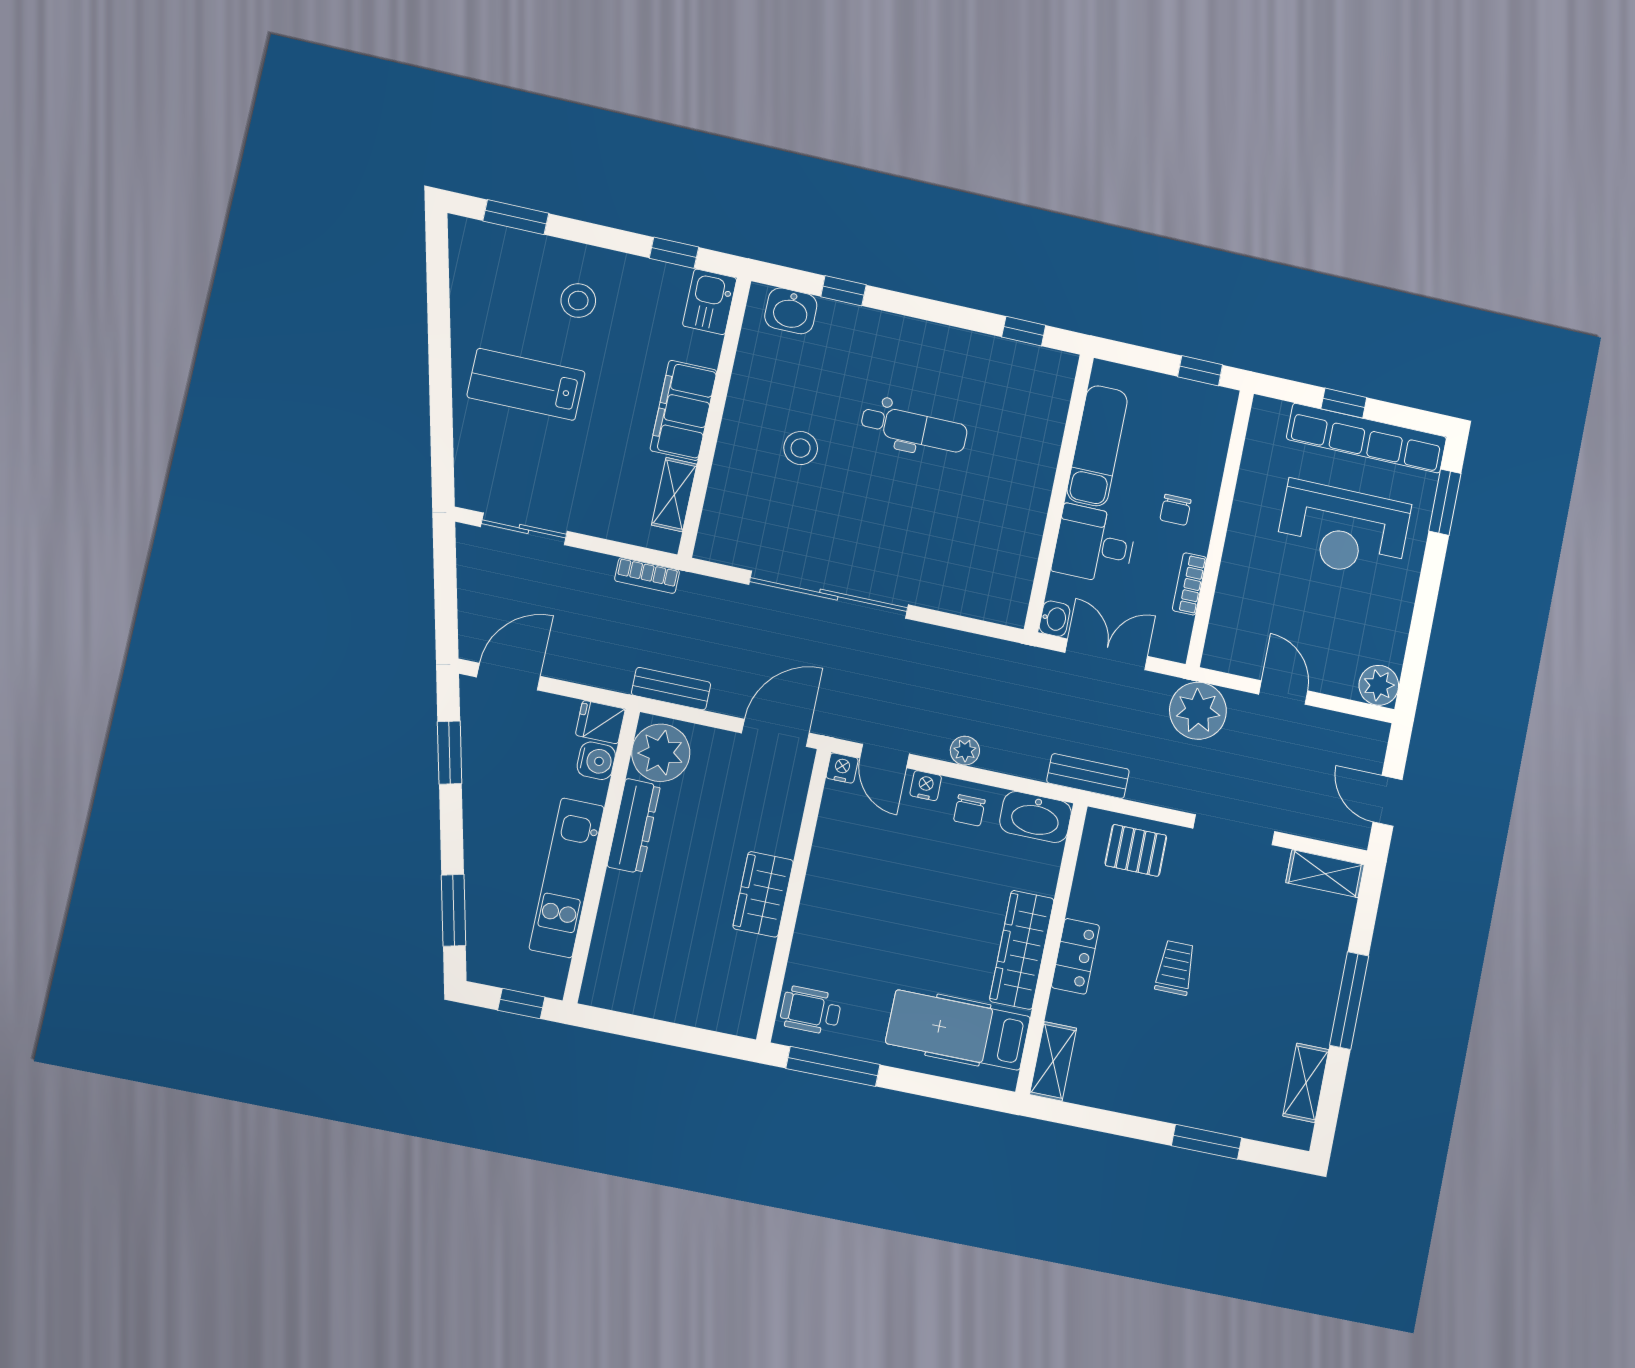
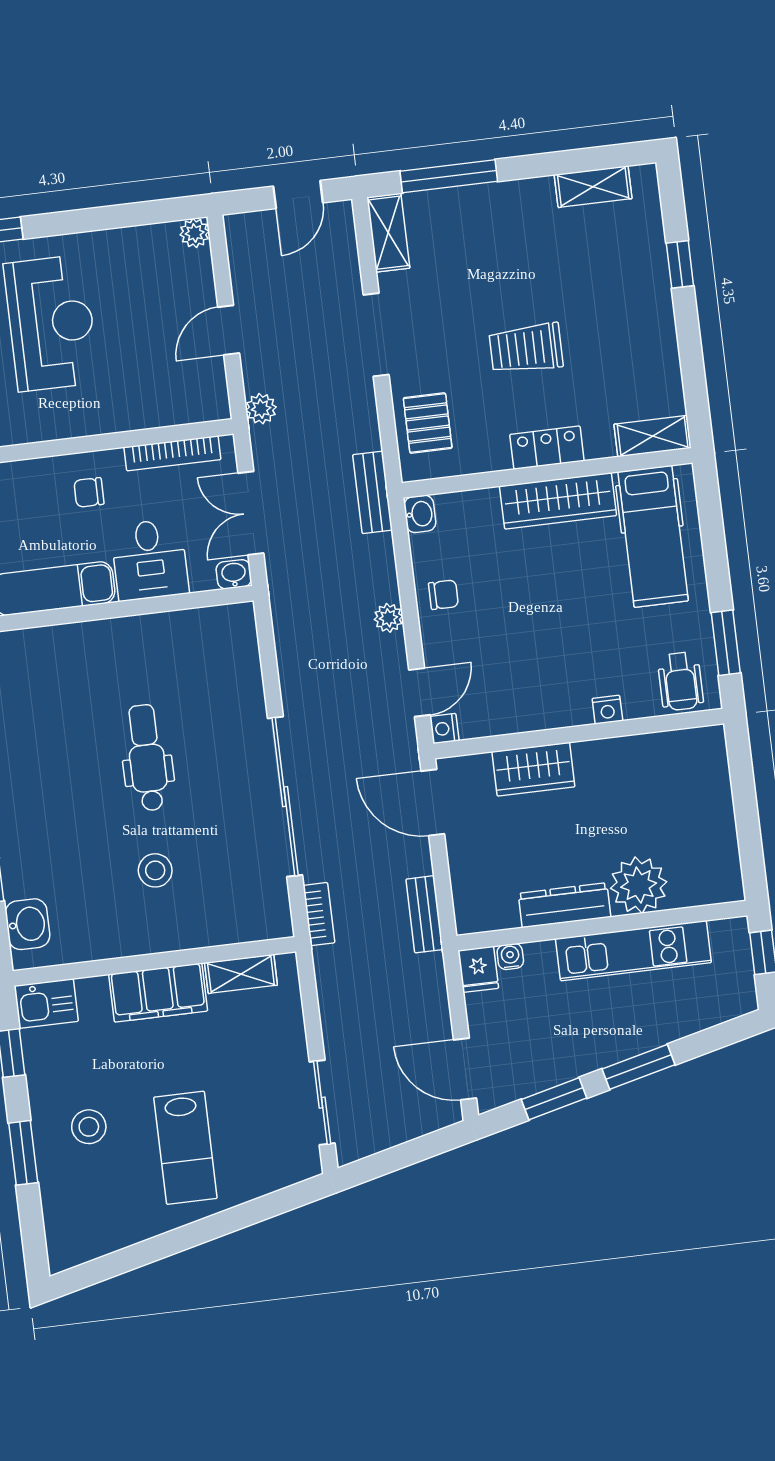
window: (516, 217) -> (23, 1153), moved
dental chair: (914, 428) -> (147, 758), moved
chair: (1176, 510) -> (89, 492), turned 180
bookcase: (647, 576) -> (319, 914), moved
bookcase: (1189, 584) -> (172, 453), width x1.56
plant: (1379, 685) -> (195, 233), width x0.73, depth x0.73
plant: (1198, 711) -> (261, 409), width x0.53, depth x0.53
plant: (661, 753) -> (639, 885), moved
water cooler: (596, 761) -> (510, 957), width x0.72, depth x0.72
nightstand: (926, 786) -> (607, 710), moved, turned -90
washbasin: (1036, 817) -> (420, 514), width x0.52, depth x0.69
wardrobe: (763, 894) -> (533, 769), moved
window: (453, 910) -> (638, 1067), moved
trolley: (1175, 968) -> (526, 348), width x1.36, depth x1.39
window: (1349, 1001) -> (449, 176), moved
window: (833, 1066) -> (726, 643), width x0.69
window: (1206, 1142) -> (680, 264), width x0.67

